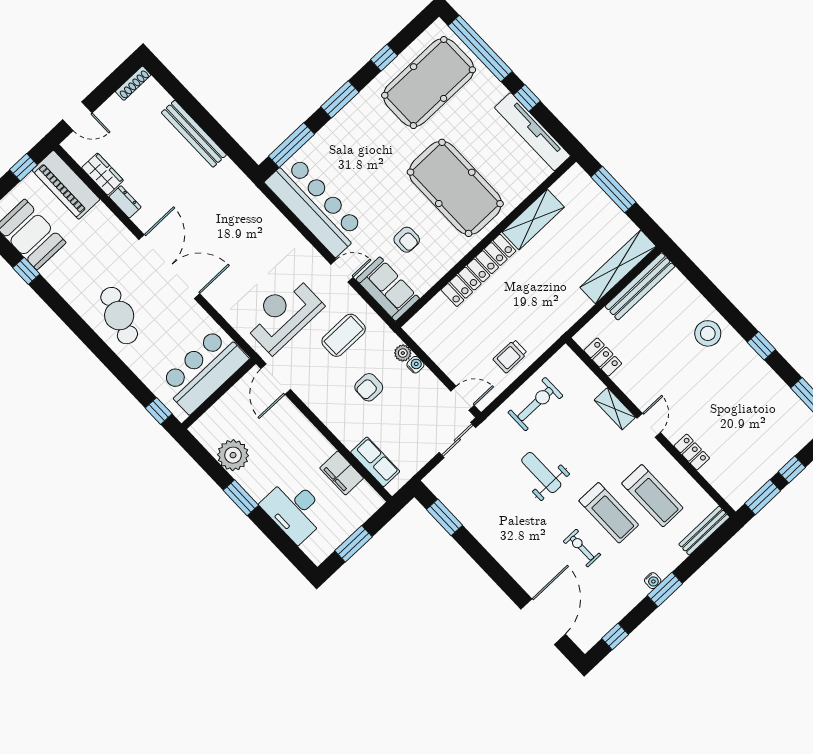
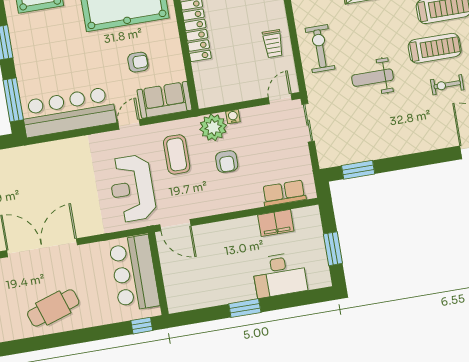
cafe table: (119, 316) -> (53, 308), turned -38
plant: (403, 353) -> (213, 127), width x1.88, depth x1.88
plant: (233, 455) -> (210, 293), removed

